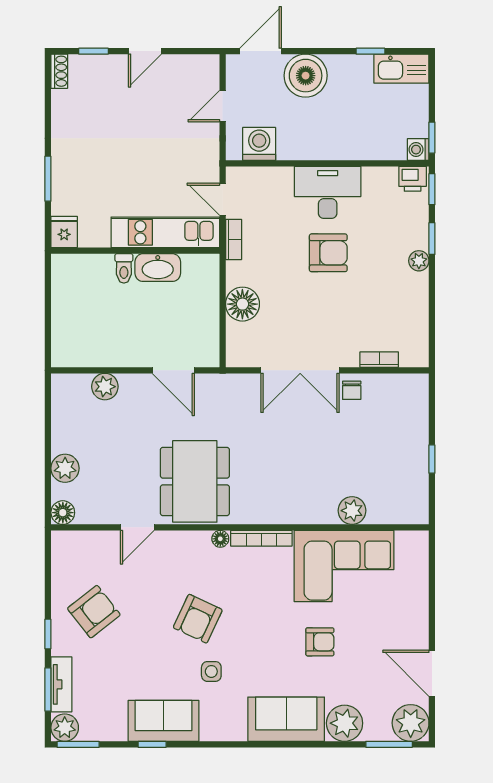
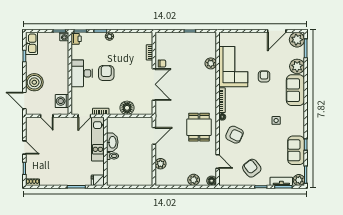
dining table: (195, 481) -> (199, 127), width x0.73
door: (137, 527) -> (218, 161), moved
armchair: (198, 619) -> (235, 135), moved
sofa: (163, 721) -> (296, 150), moved

